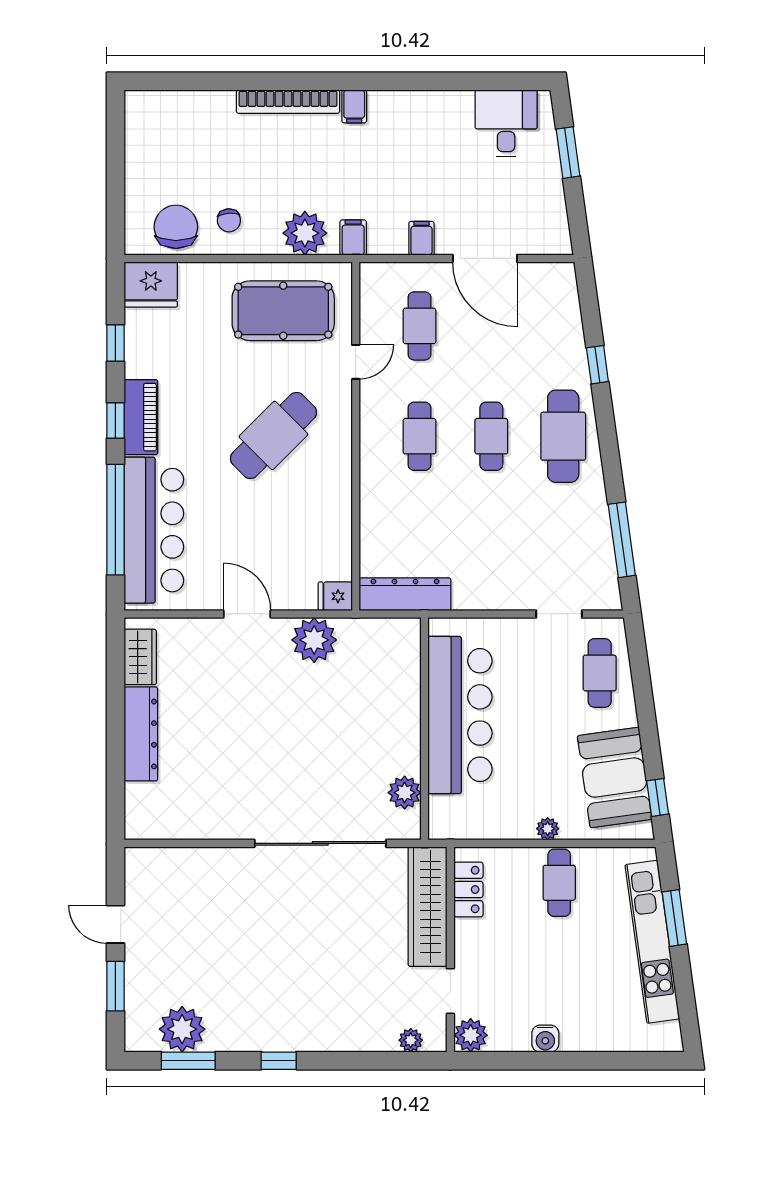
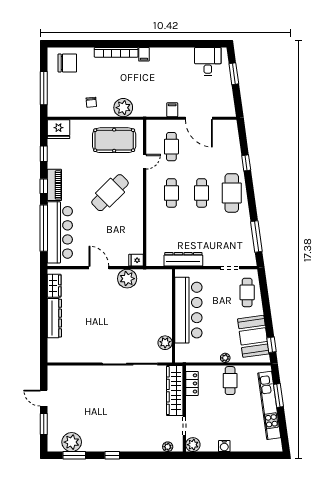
window: (115, 187) -> (44, 88), added
chair: (176, 227) -> (67, 63), moved, turned 90
filing cabinet: (353, 238) -> (144, 109), removed
dresser: (405, 594) -> (183, 259), moved

